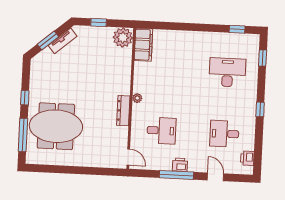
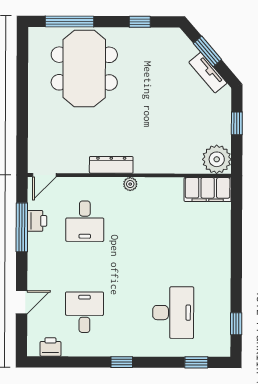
window: (25, 98) -> (140, 22), moved
printer: (180, 165) -> (37, 221), moved
window: (176, 175) -> (22, 227), moved

